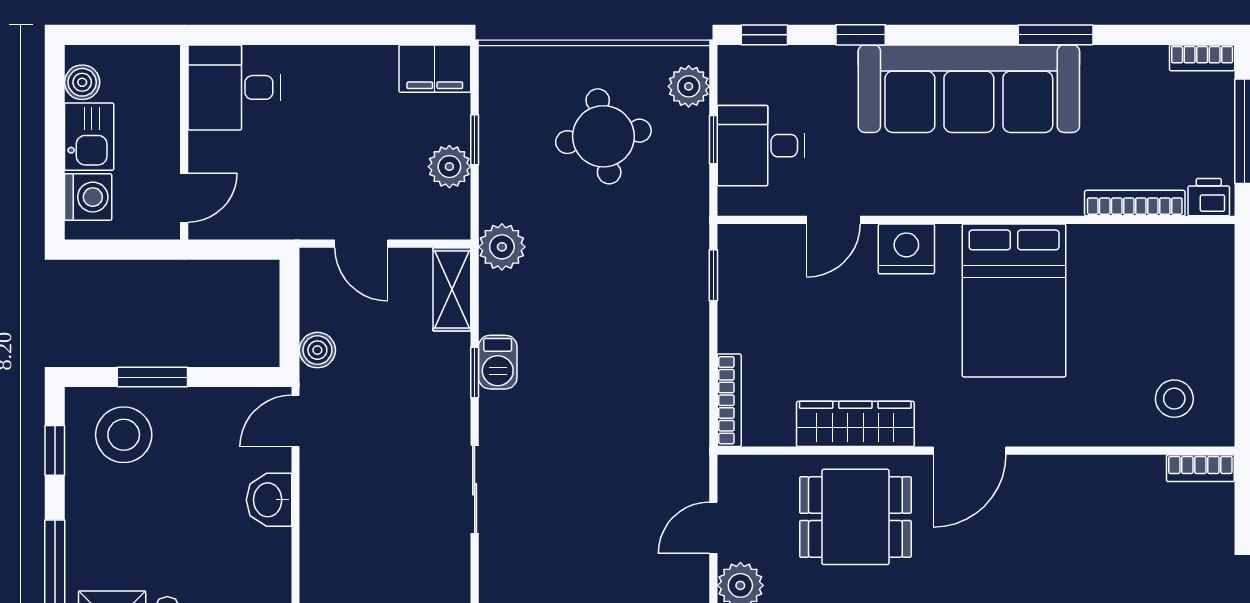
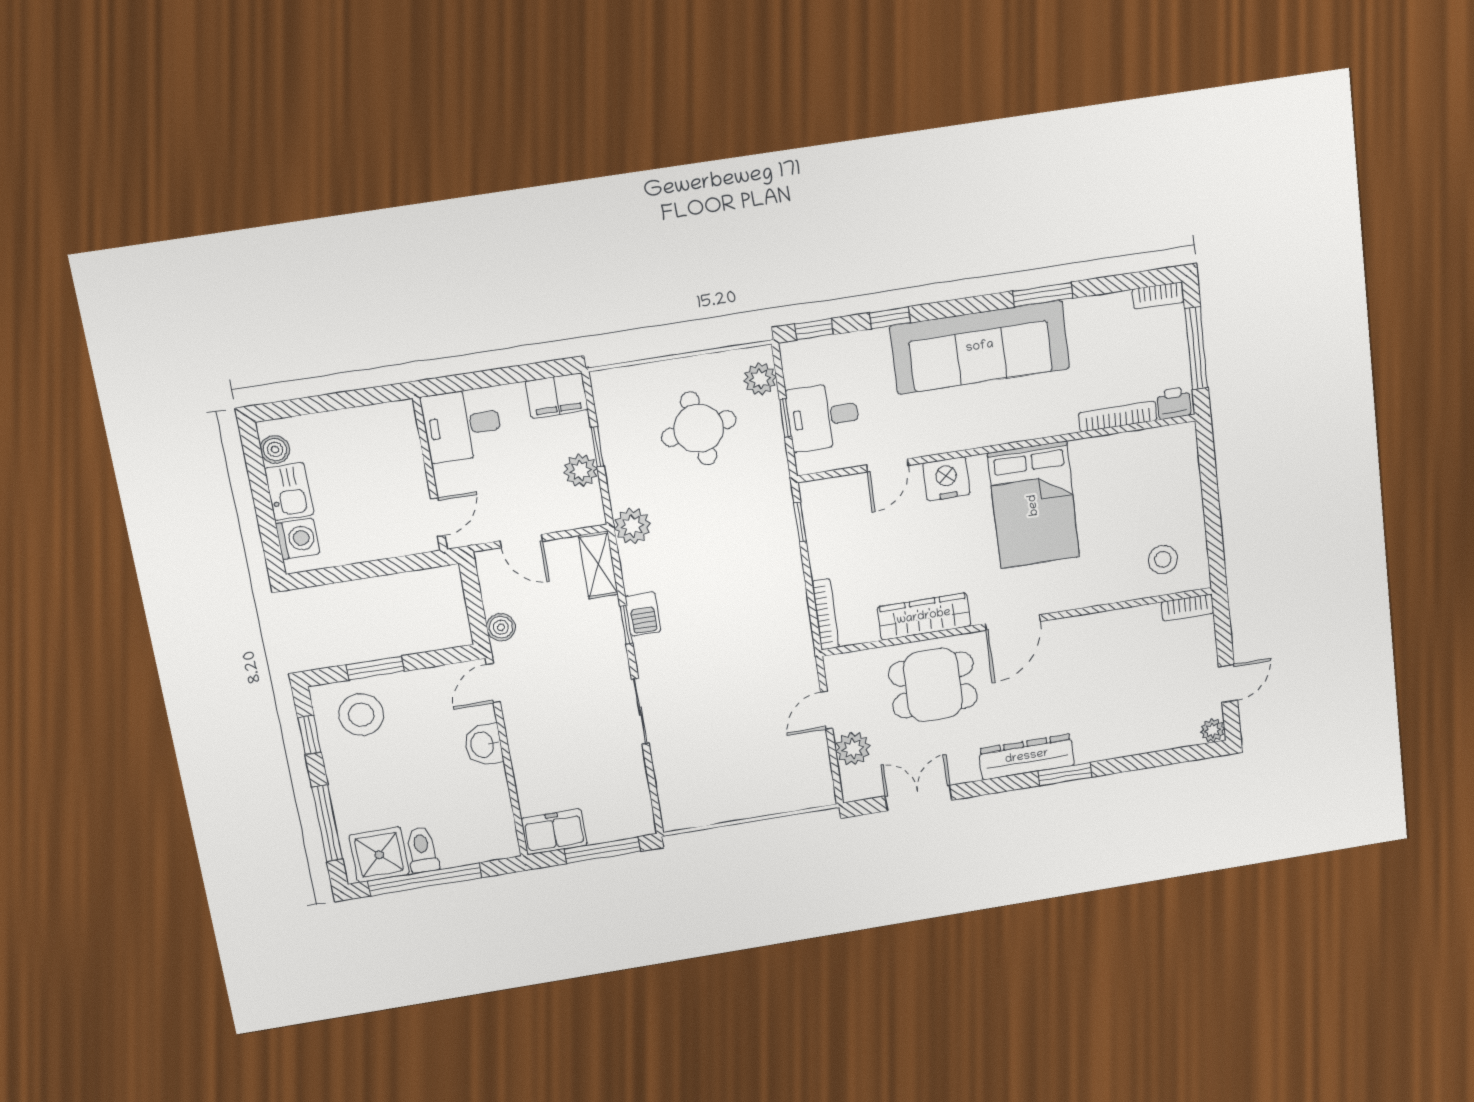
desk: (234, 87) -> (462, 425), moved
wall: (184, 142) -> (430, 474), moved
door: (184, 198) -> (438, 517), moved

